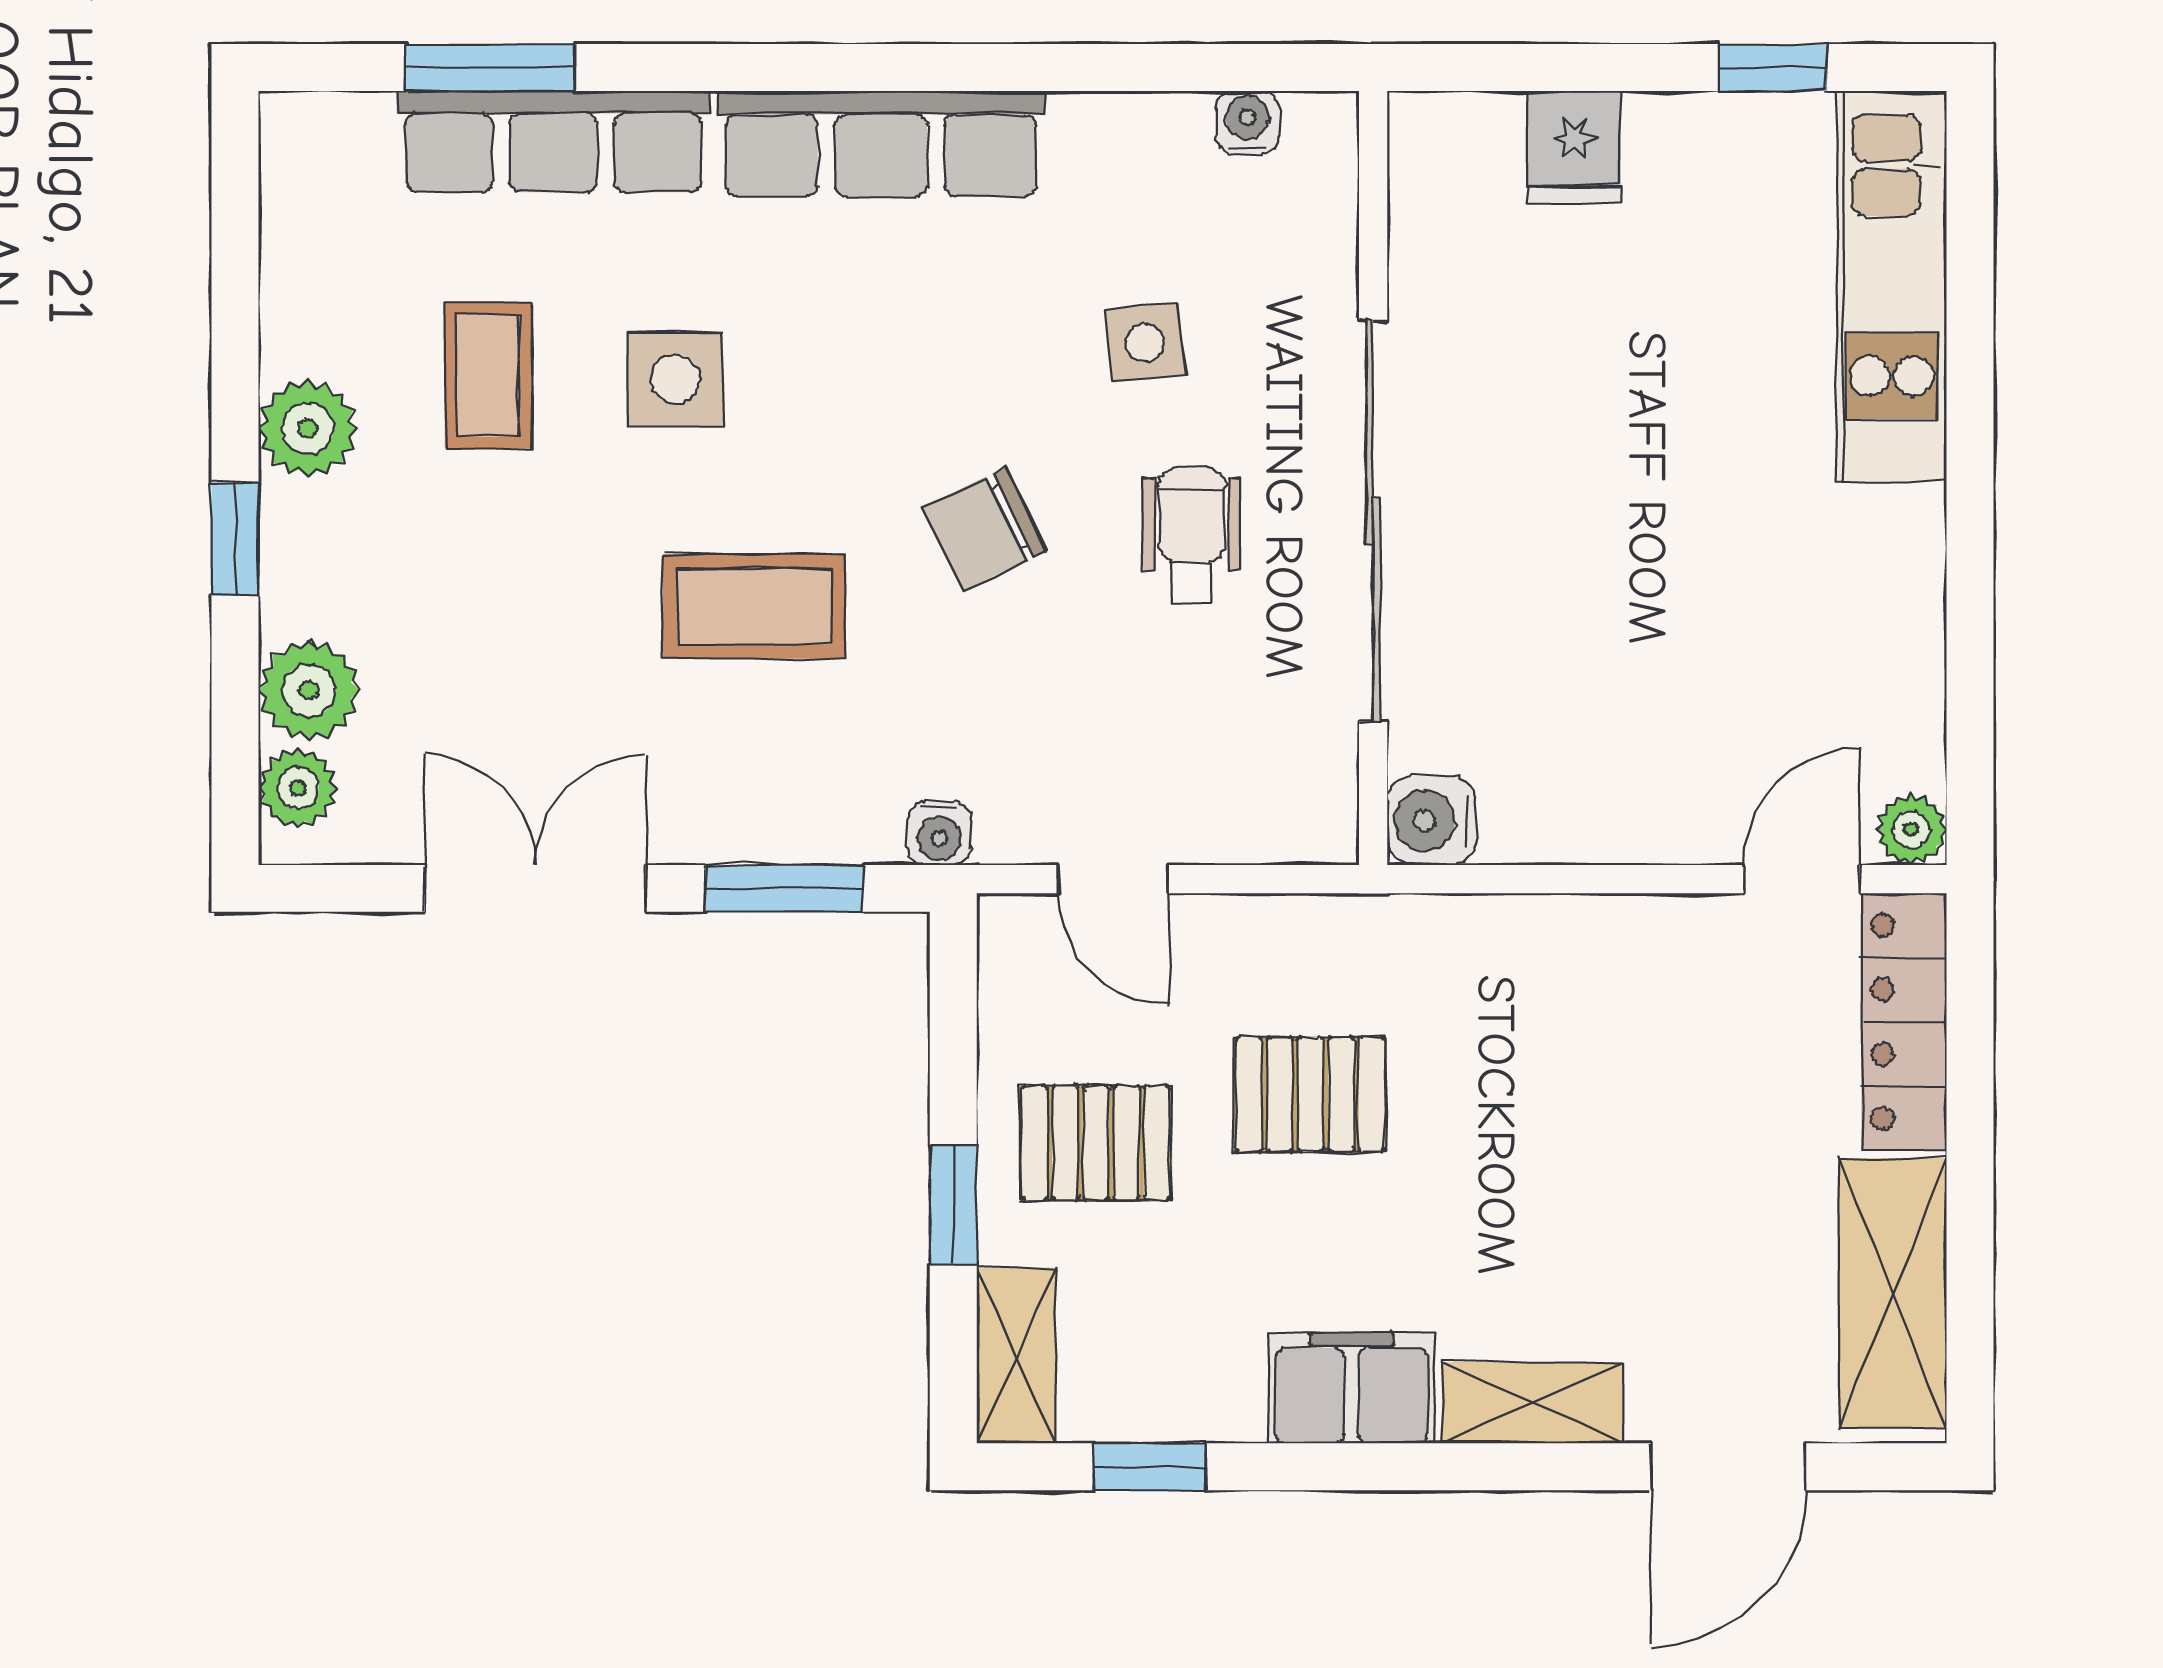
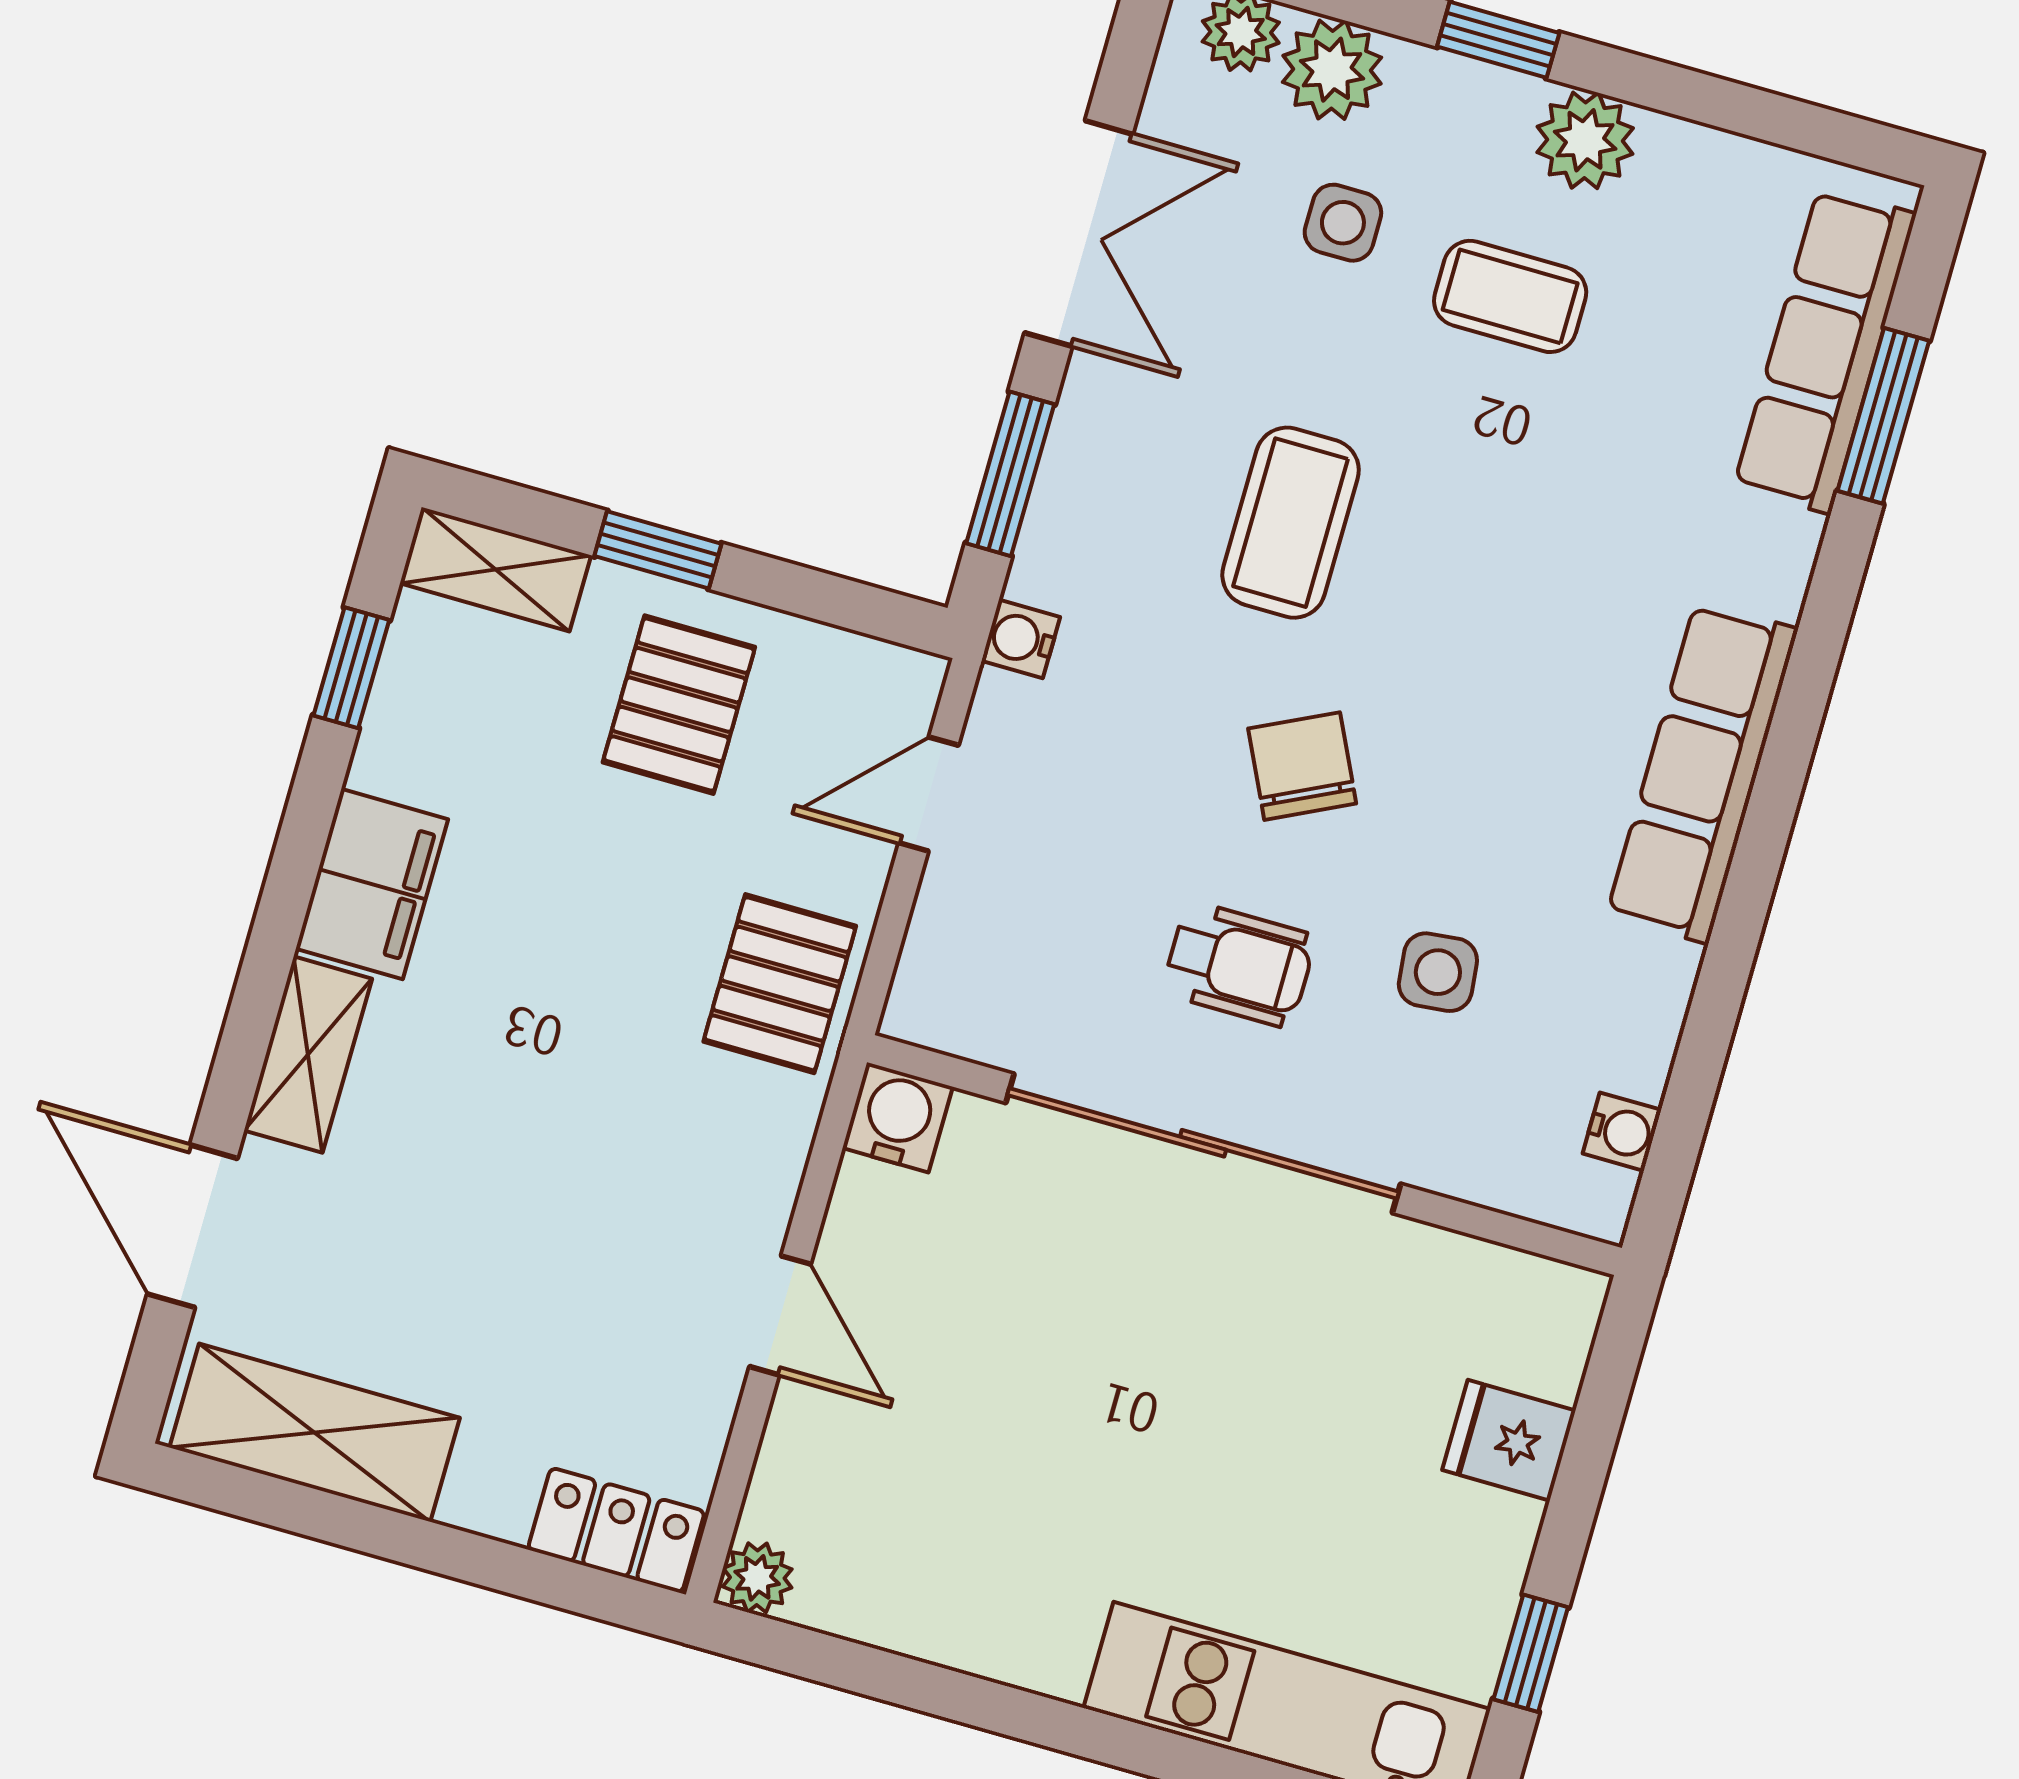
row of seats: (553, 141) -> (1825, 350), moved
coffee table: (488, 376) -> (1510, 296), moved
side table: (675, 379) -> (1343, 223), moved, width x0.73, depth x0.73
door: (1802, 879) -> (780, 1315), moved
locker: (1904, 1022) -> (616, 1530), width x0.66
pallet: (1310, 1094) -> (780, 984), moved

